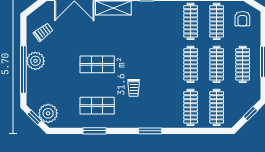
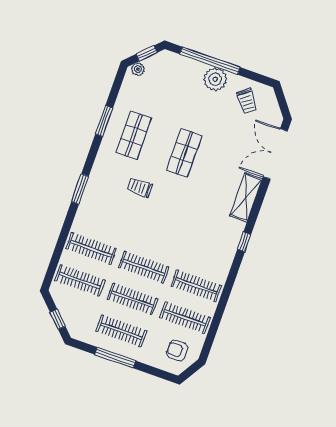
plant: (48, 113) -> (138, 69), width x0.53, depth x0.53

